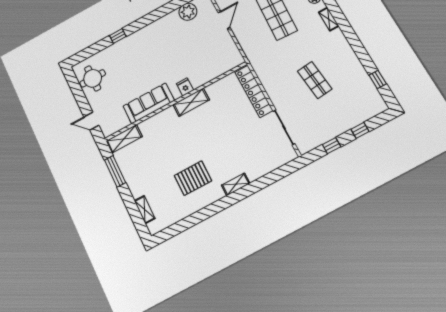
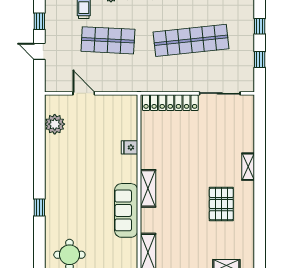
shop shelf: (315, 80) -> (191, 40), width x2.00, depth x1.36
fridge: (185, 87) -> (130, 147), moved
shelving: (191, 102) -> (148, 188), moved

